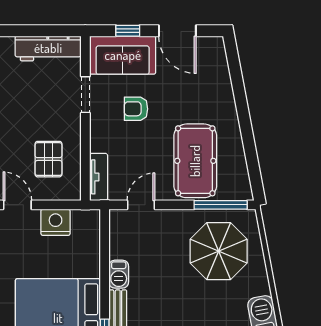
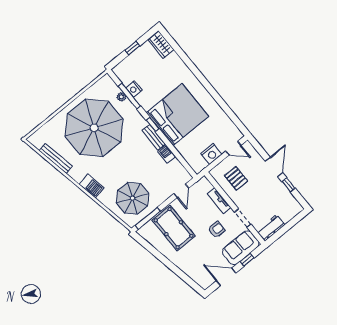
workbench: (48, 48) -> (271, 228), width x0.73
tv unit: (99, 177) -> (219, 201), moved

